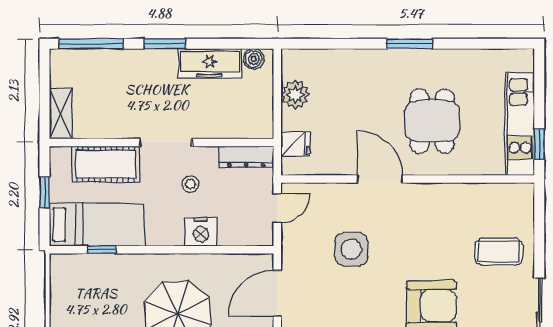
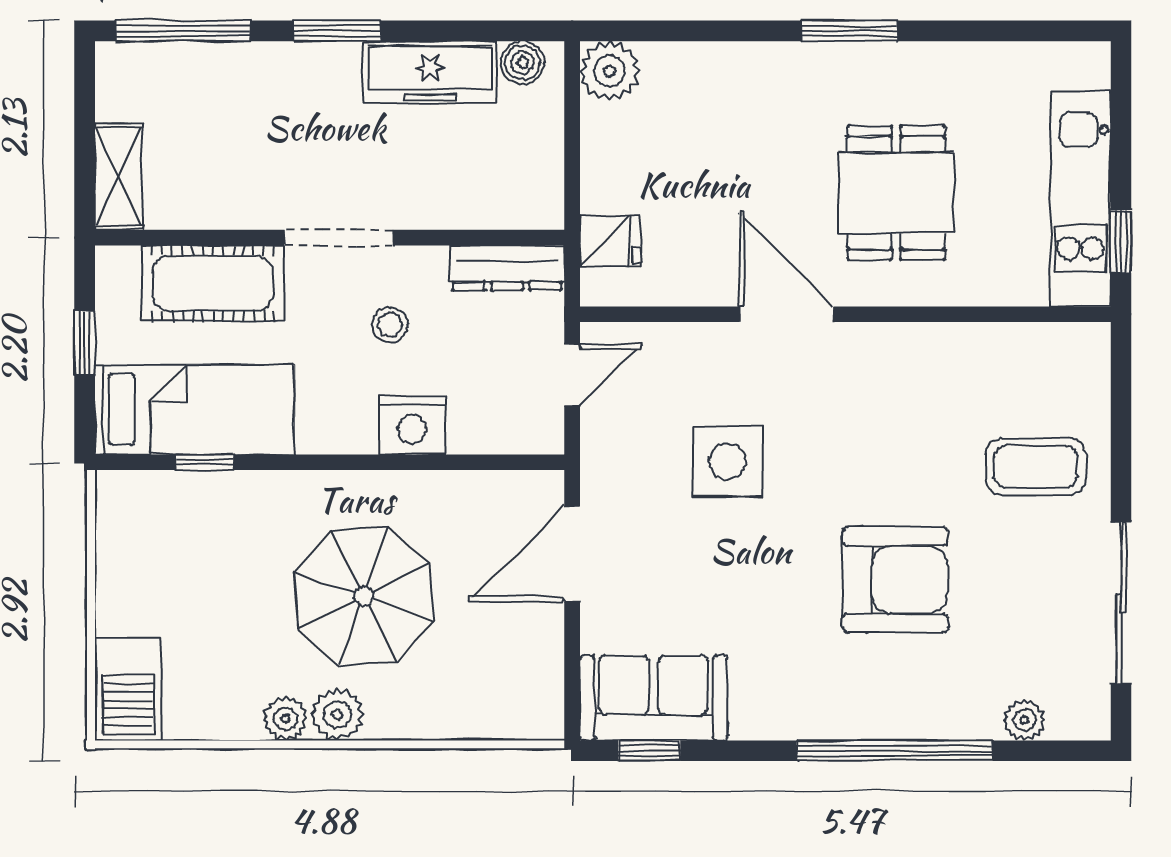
plant: (295, 95) -> (610, 71), moved

